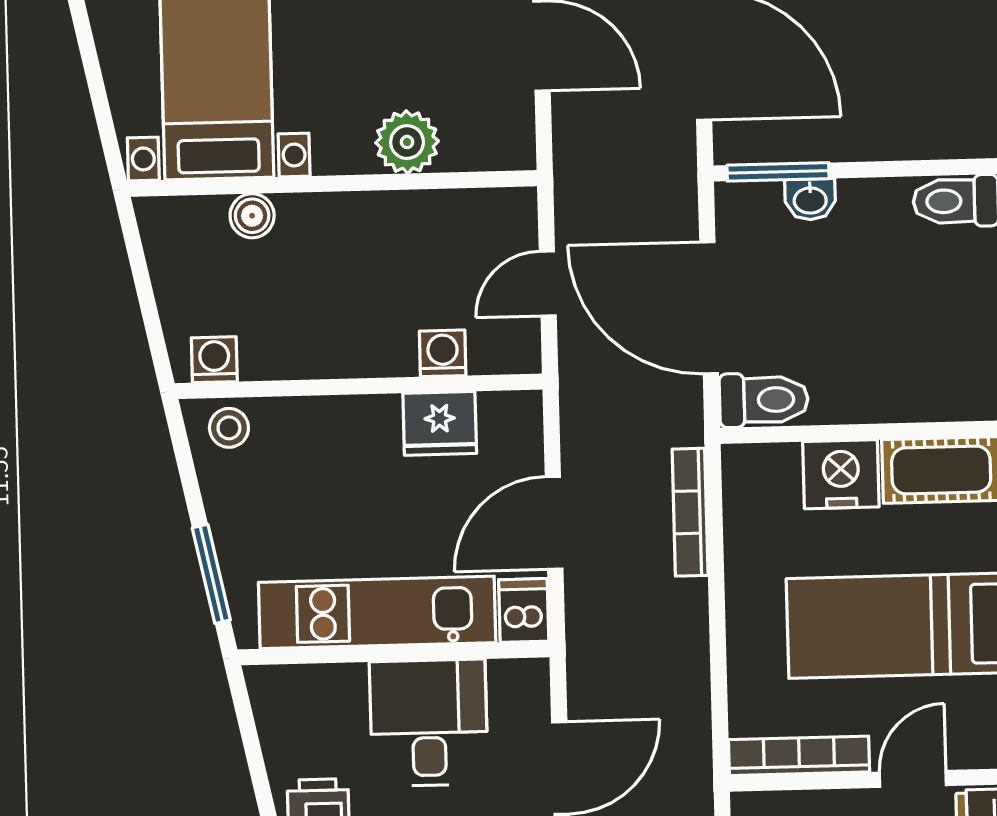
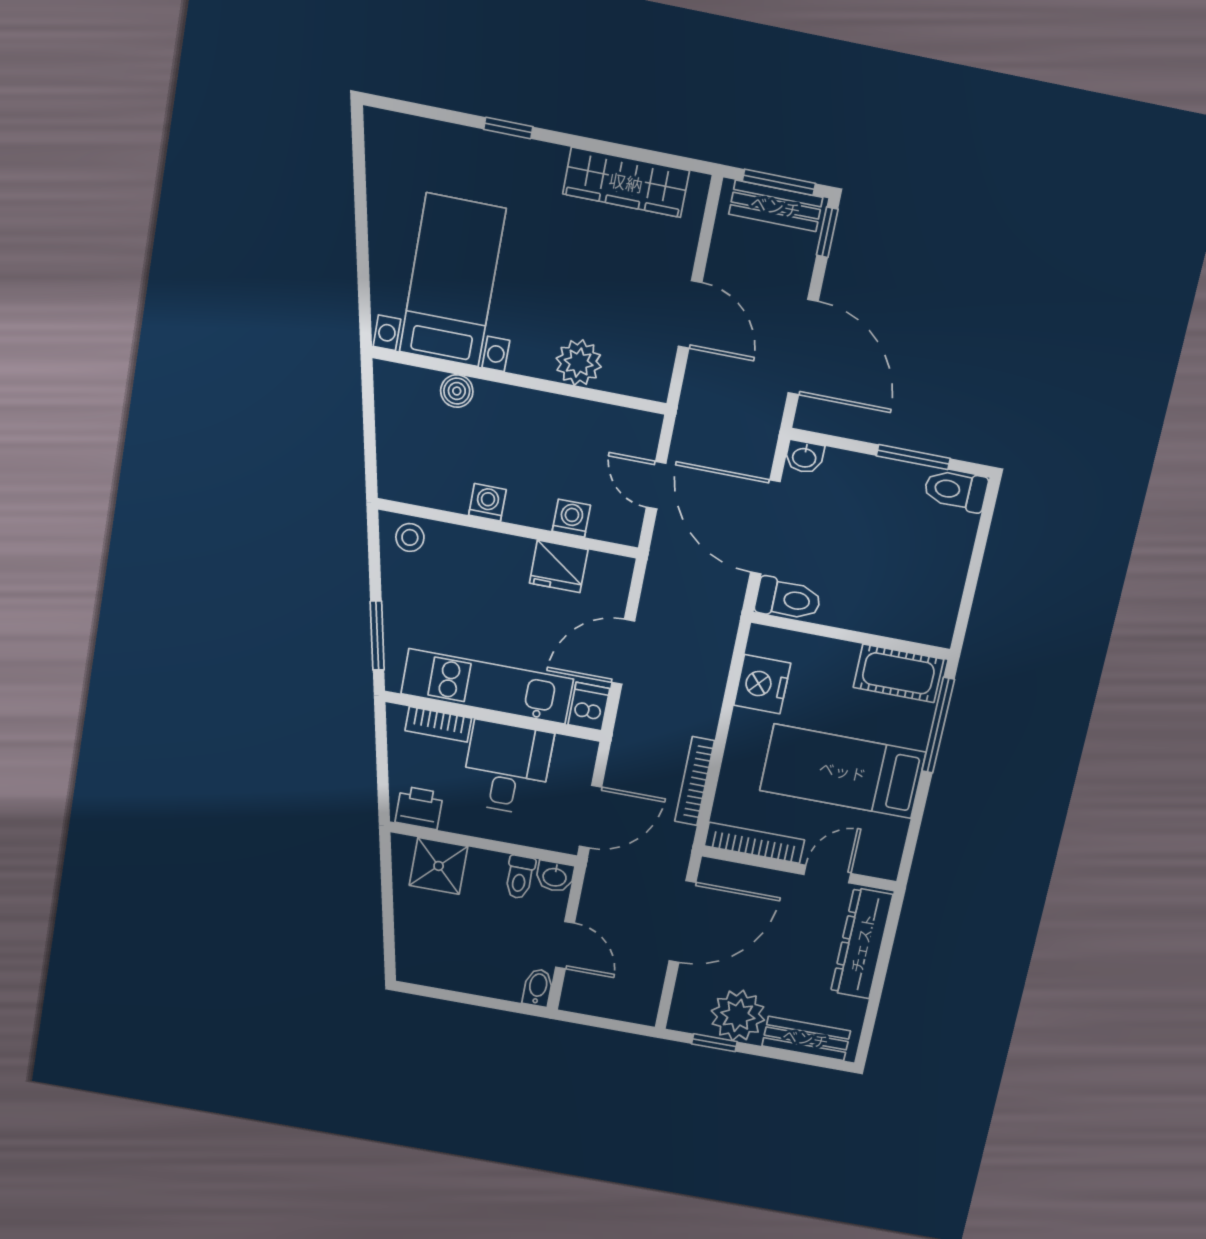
window: (778, 172) -> (913, 457), moved
washbasin: (810, 199) -> (804, 457), moved
door: (548, 283) -> (656, 485), hinge flipped
washing machine: (214, 360) -> (487, 502), moved
nightstand: (841, 474) -> (762, 684), moved, turned -90
bookcase: (690, 512) -> (695, 781), moved
bookcase: (321, 681) -> (438, 724), added

